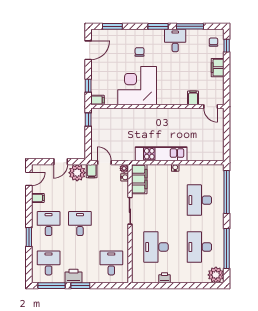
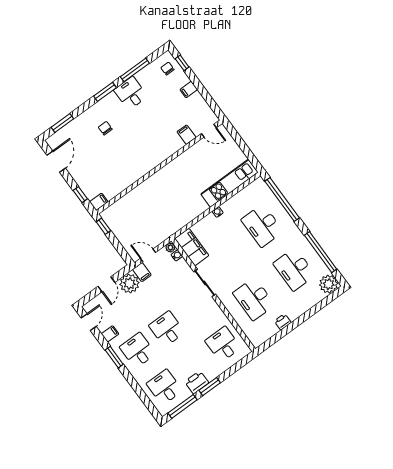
filing cabinet: (218, 68) -> (189, 90), width x0.50
corner desk: (137, 86) -> (126, 161), removed
kitchen unit: (161, 154) -> (229, 183), moved
window: (29, 237) -> (114, 357), moved

